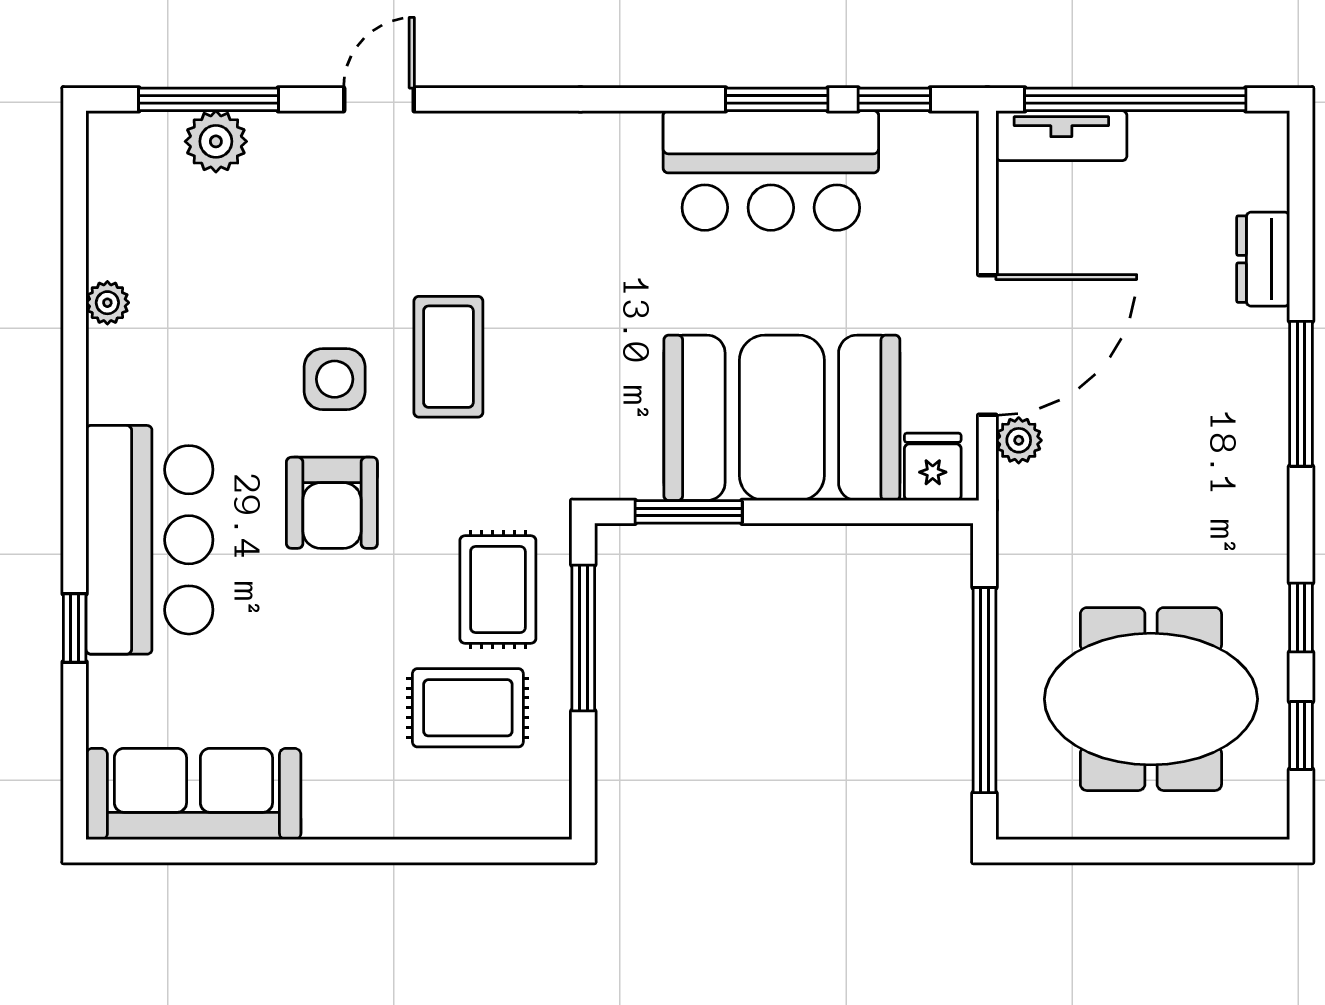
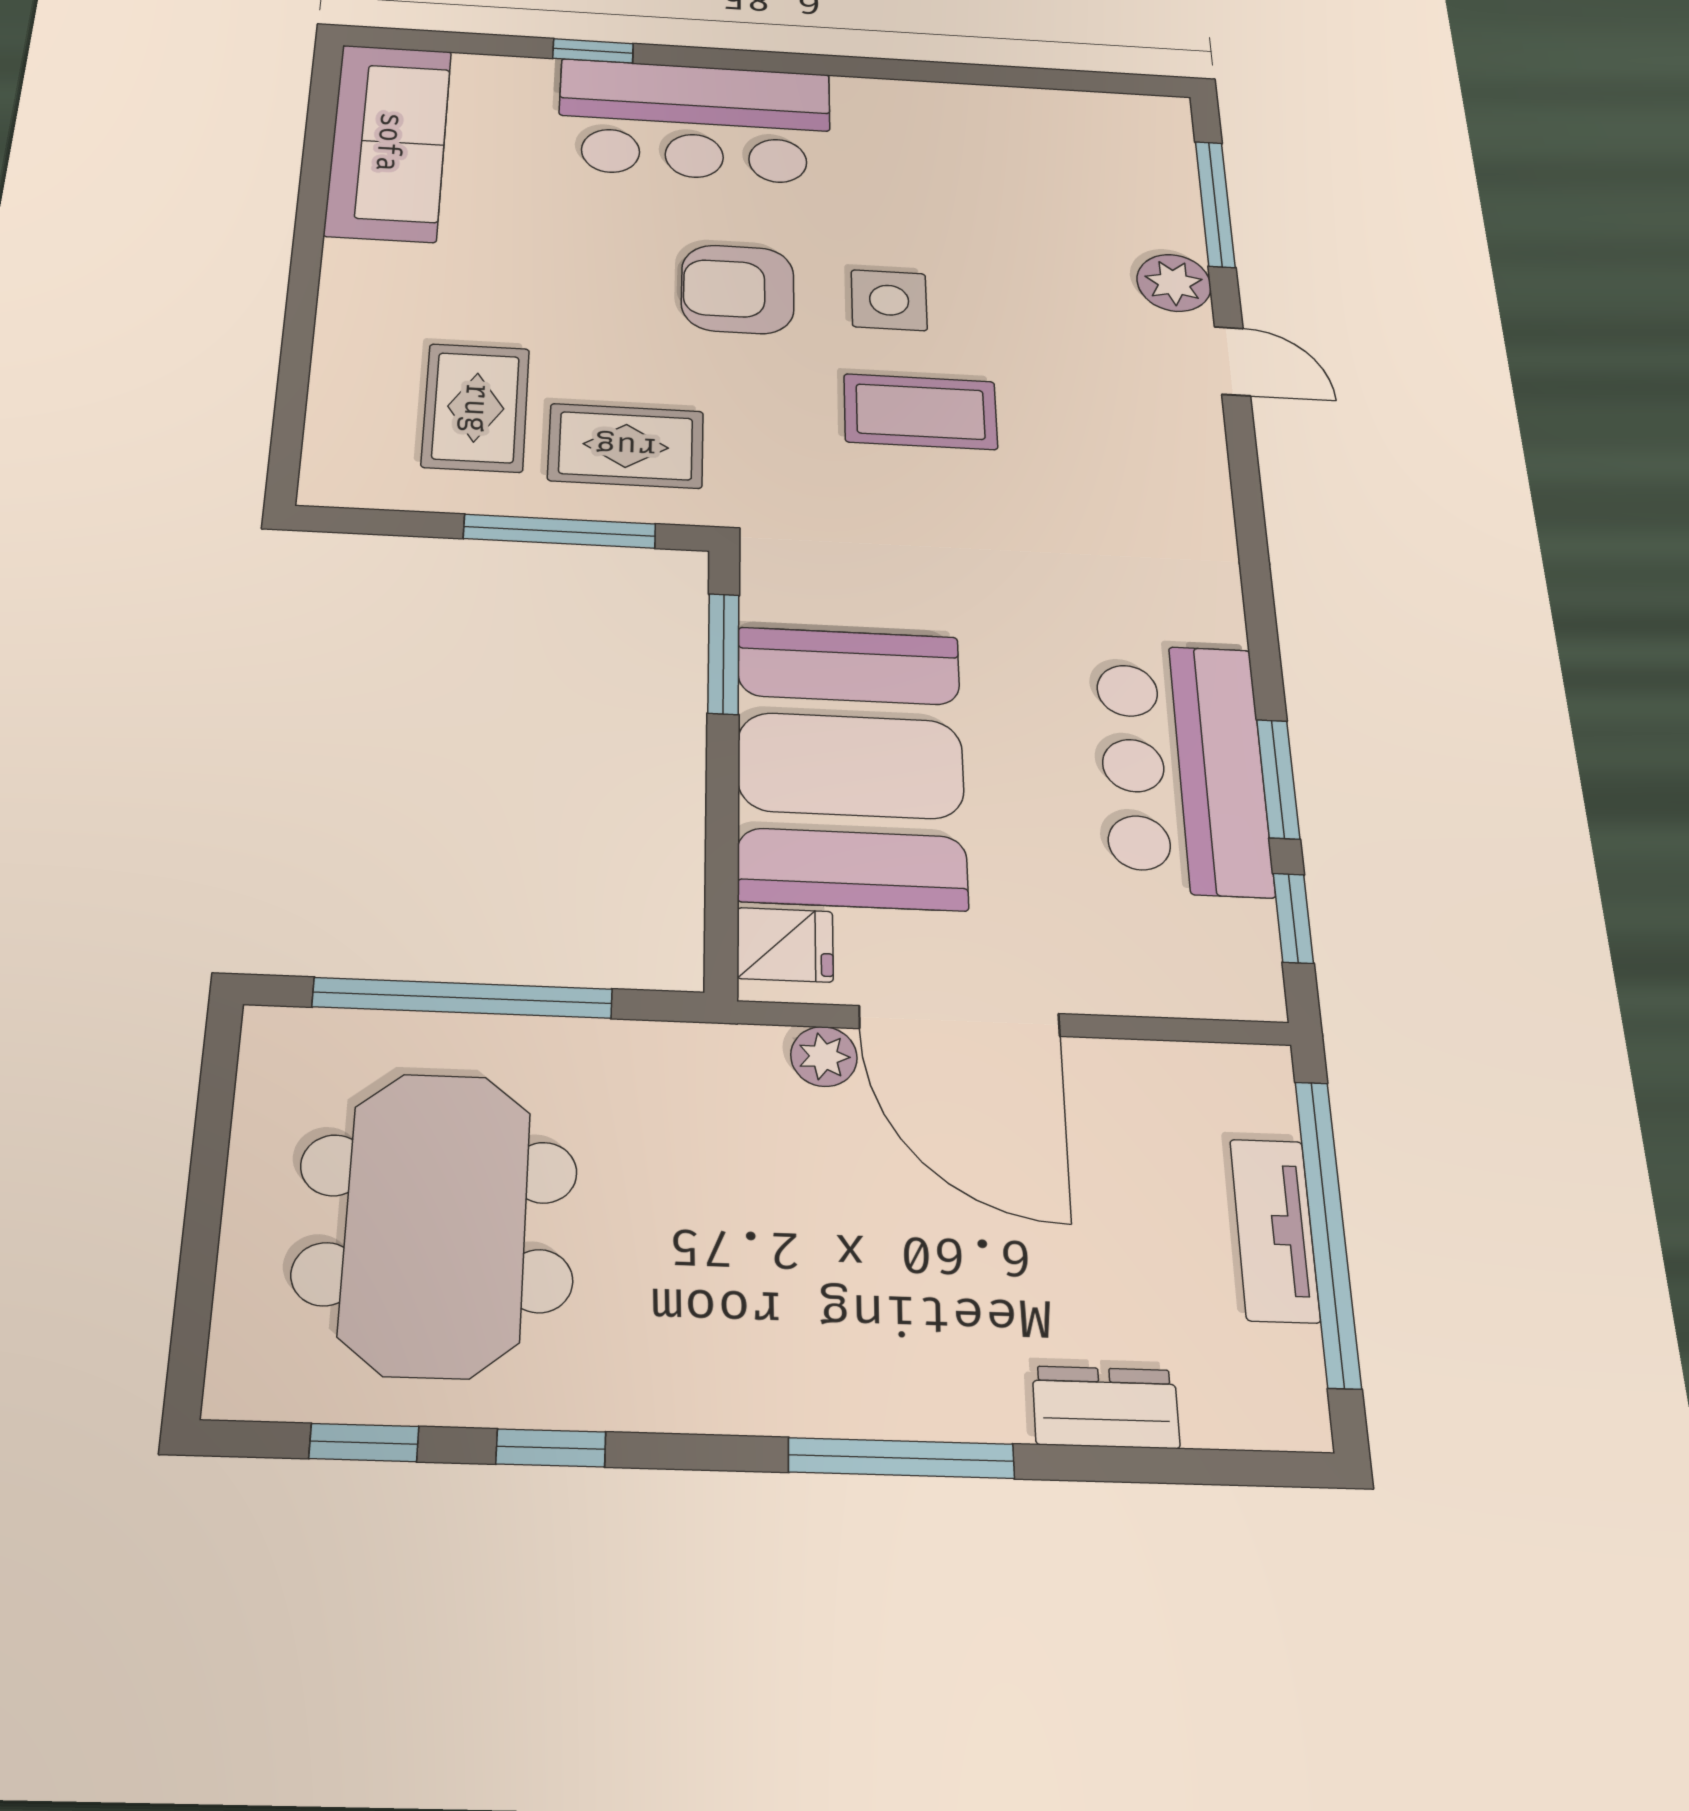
tv unit: (1061, 136) -> (1275, 1230), moved
plant: (216, 141) -> (1174, 283), moved
plant: (107, 303) -> (972, 102), removed

